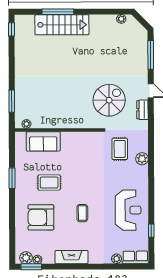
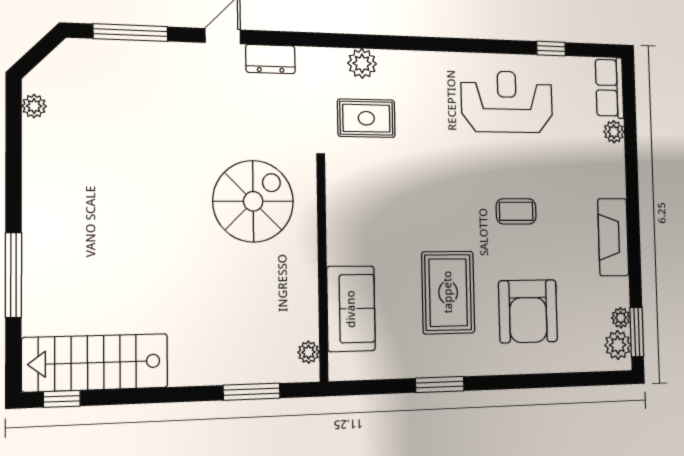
stairs: (62, 25) -> (95, 363), moved, turned -90
spiral stairs: (109, 100) -> (253, 201), moved, turned 90
plant: (142, 159) -> (362, 63), moved
rug: (49, 183) -> (448, 292), width x1.36, depth x1.43

